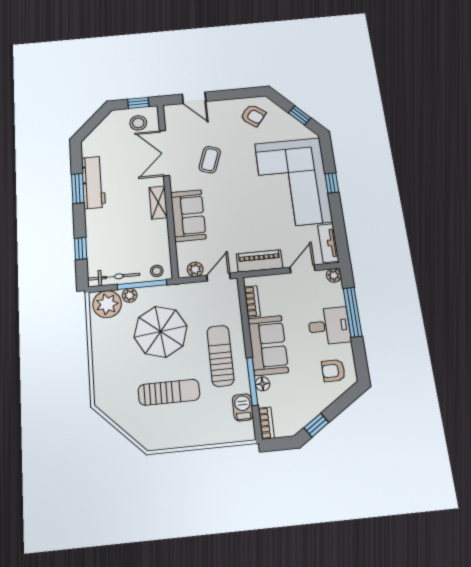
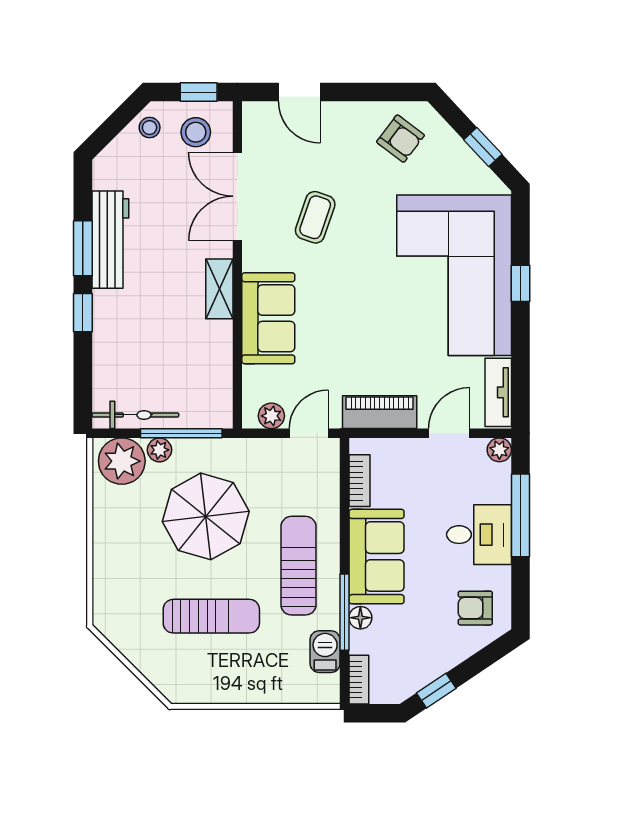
window: (81, 249) -> (83, 313), moved
stool: (157, 271) -> (150, 128), moved

